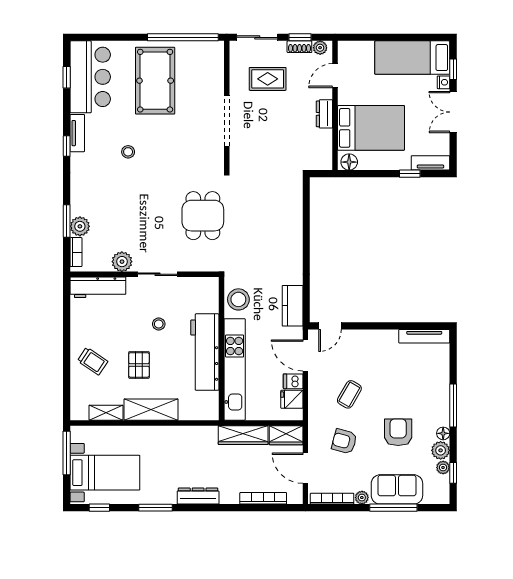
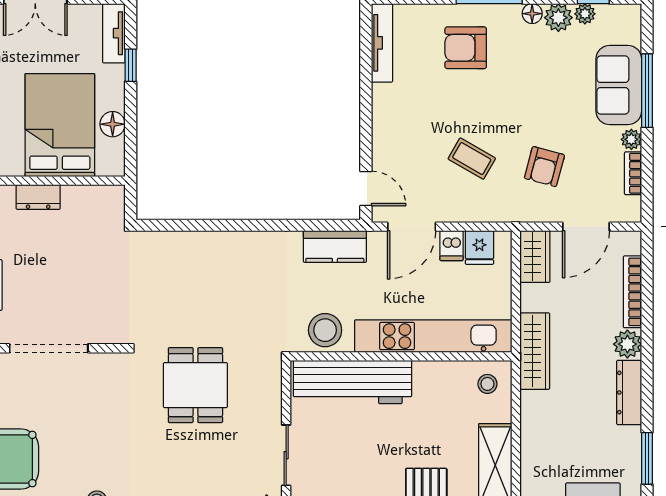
floor lamp: (349, 162) -> (113, 124), moved
dining table: (203, 216) -> (195, 385), turned 90
stool: (159, 324) -> (487, 384), moved
workbench: (205, 352) -> (352, 382), moved
armchair: (398, 432) -> (466, 48), moved
wardrobe: (243, 435) -> (535, 351), moved
plant: (229, 495) -> (627, 344), added
bookcase: (332, 499) -> (633, 173), width x0.64

